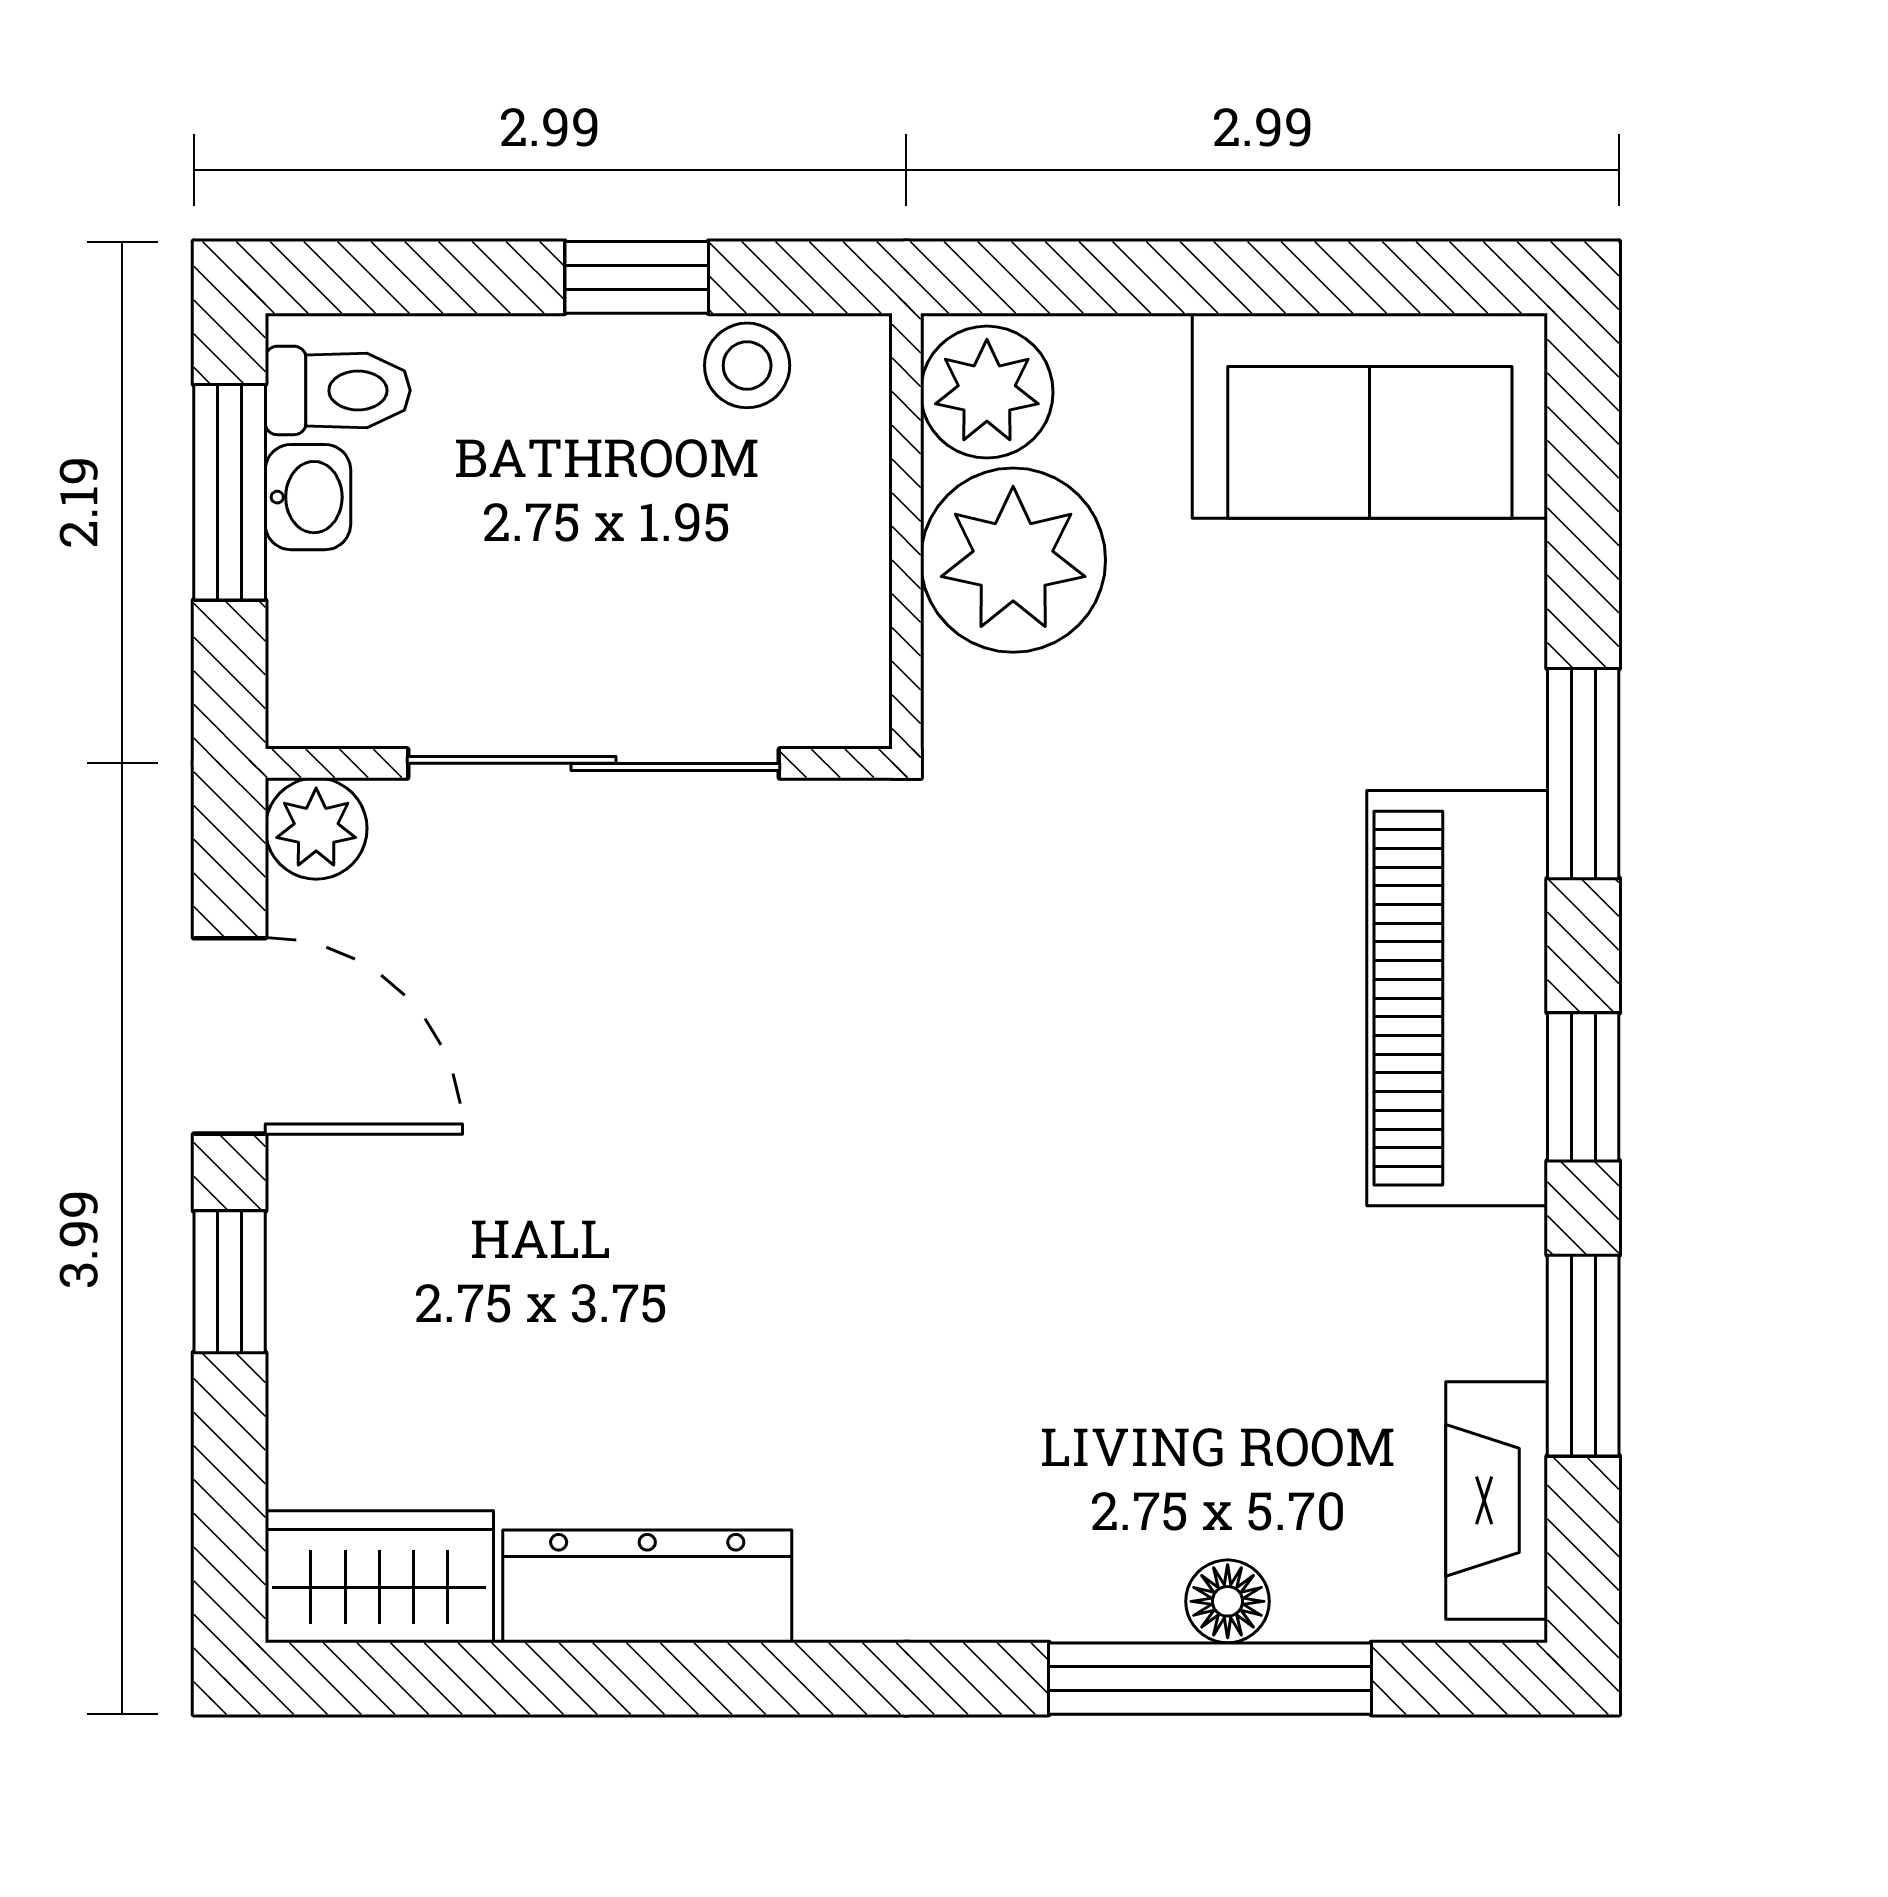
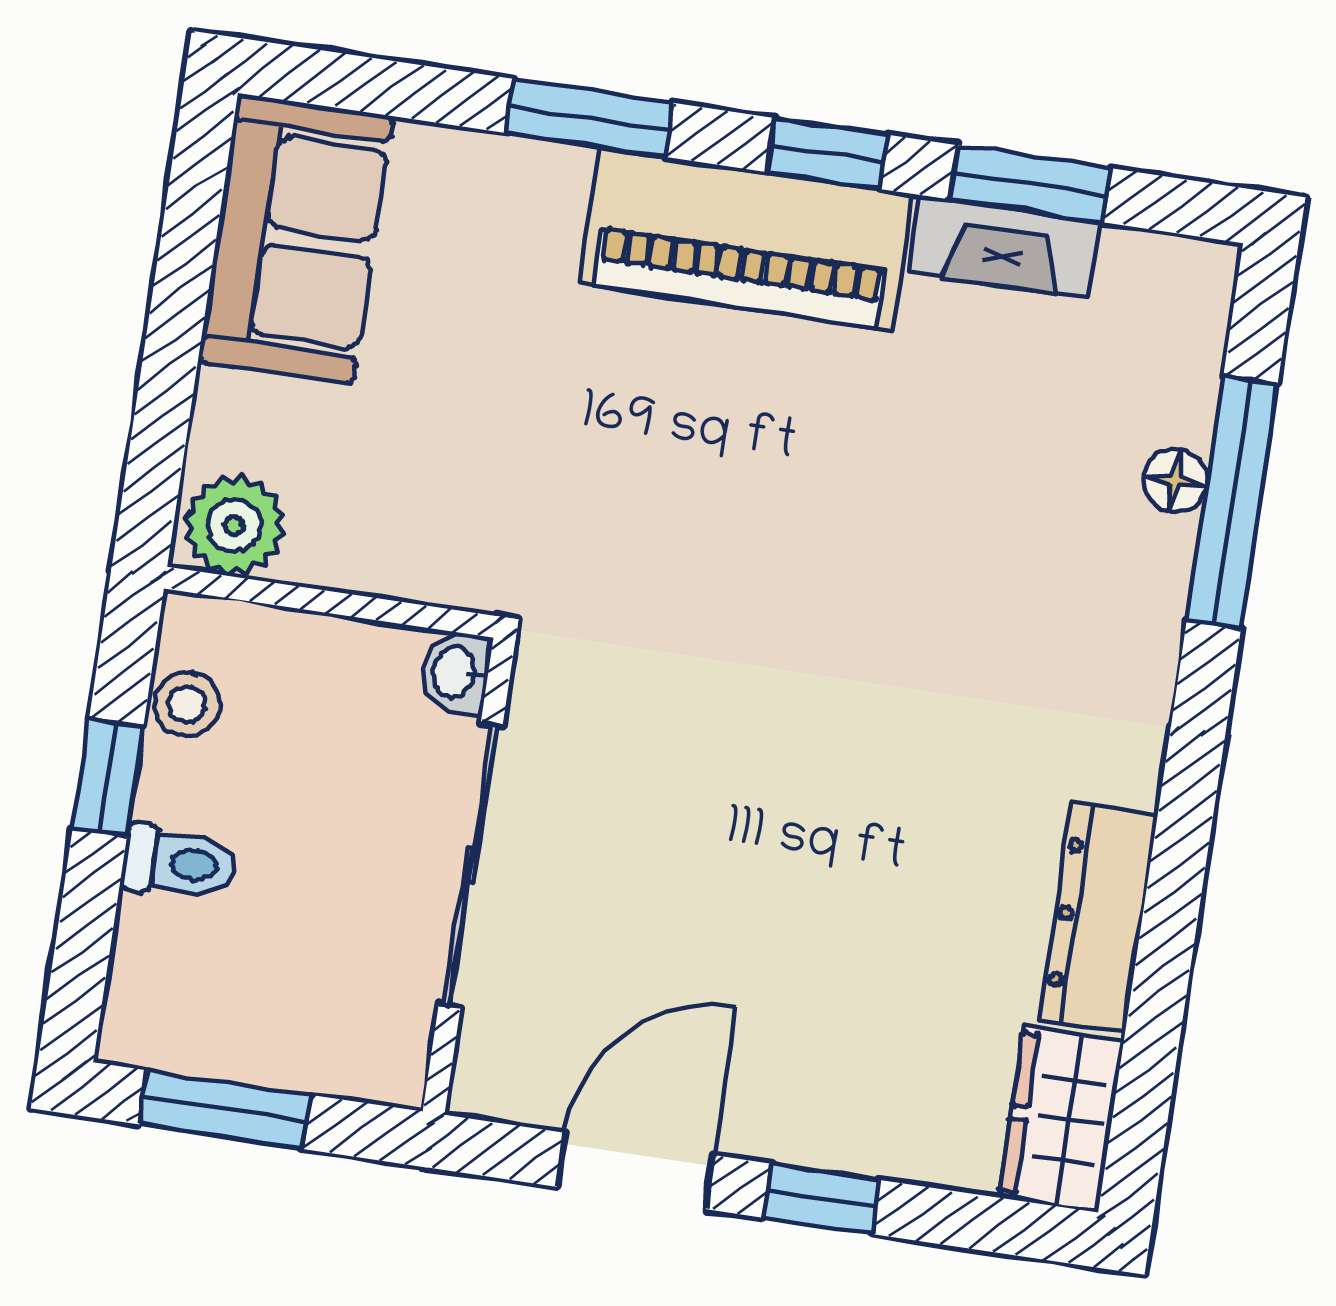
toilet: (338, 390) -> (179, 863), moved, turned 90
washbasin: (308, 497) -> (455, 673), moved, turned -90
plant: (1013, 560) -> (364, 525), removed
plant: (316, 829) -> (488, 1082), removed
fireplace: (1497, 1500) -> (1004, 247), moved

